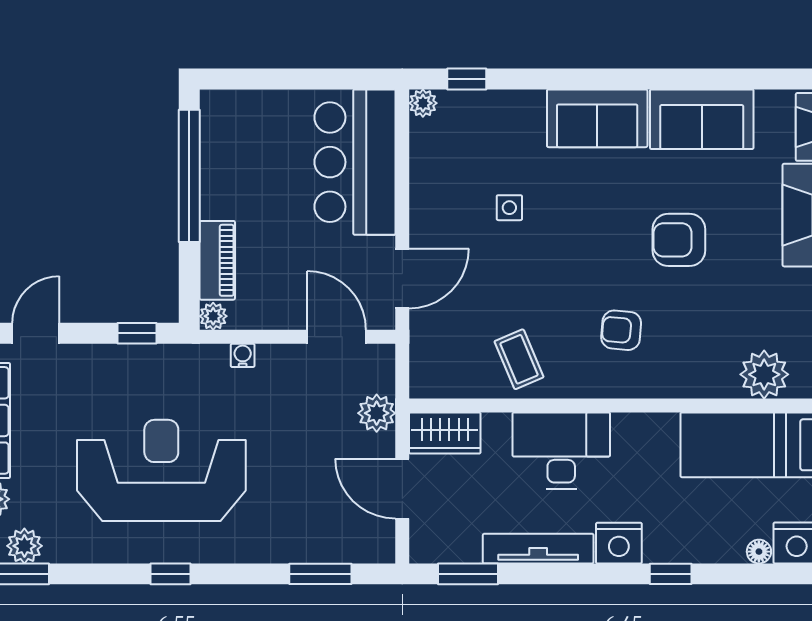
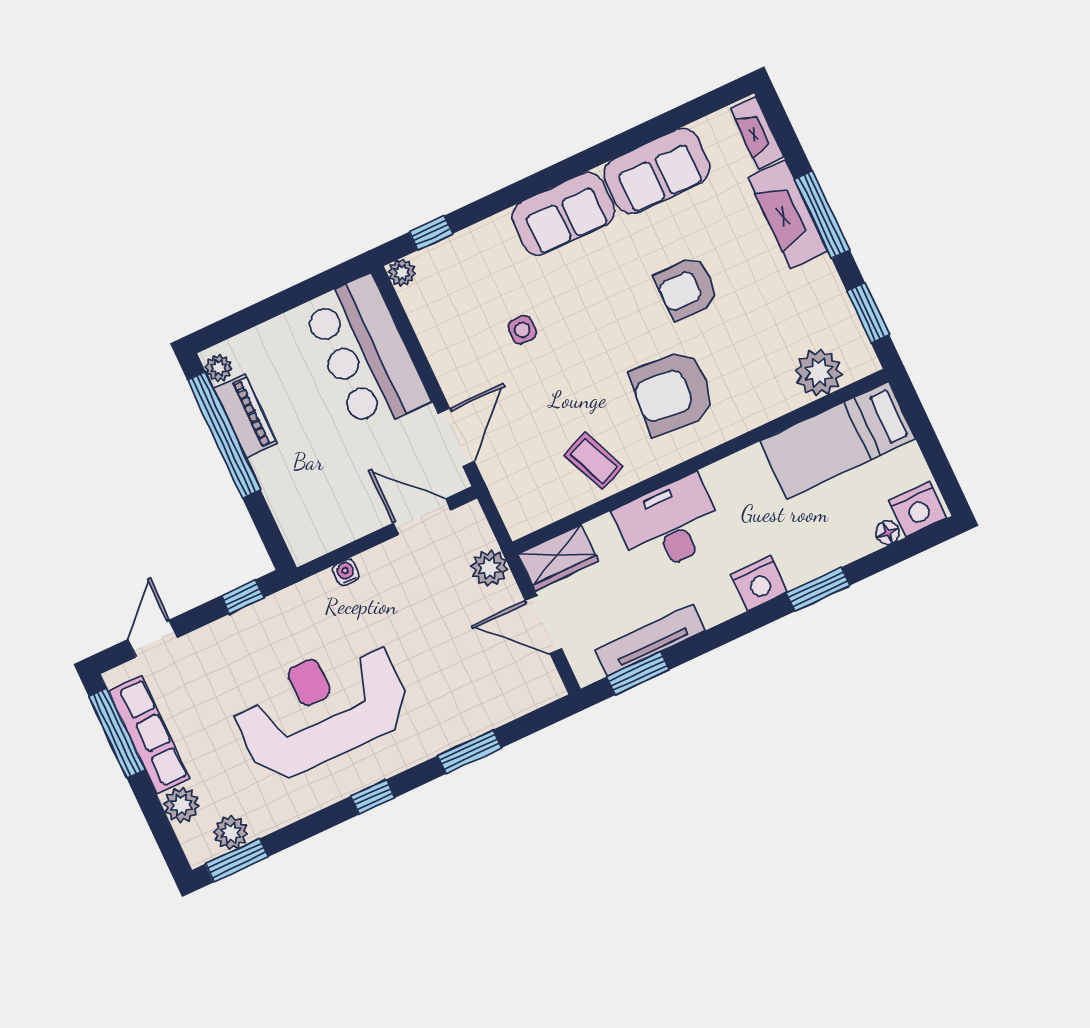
piano: (217, 260) -> (246, 416), moved
plant: (213, 316) -> (219, 368), moved
armchair: (621, 330) -> (673, 393), width x1.88, depth x1.88
tv unit: (538, 549) -> (650, 640), moved
window: (320, 574) -> (470, 752), moved
window: (671, 574) -> (818, 589), width x1.50

